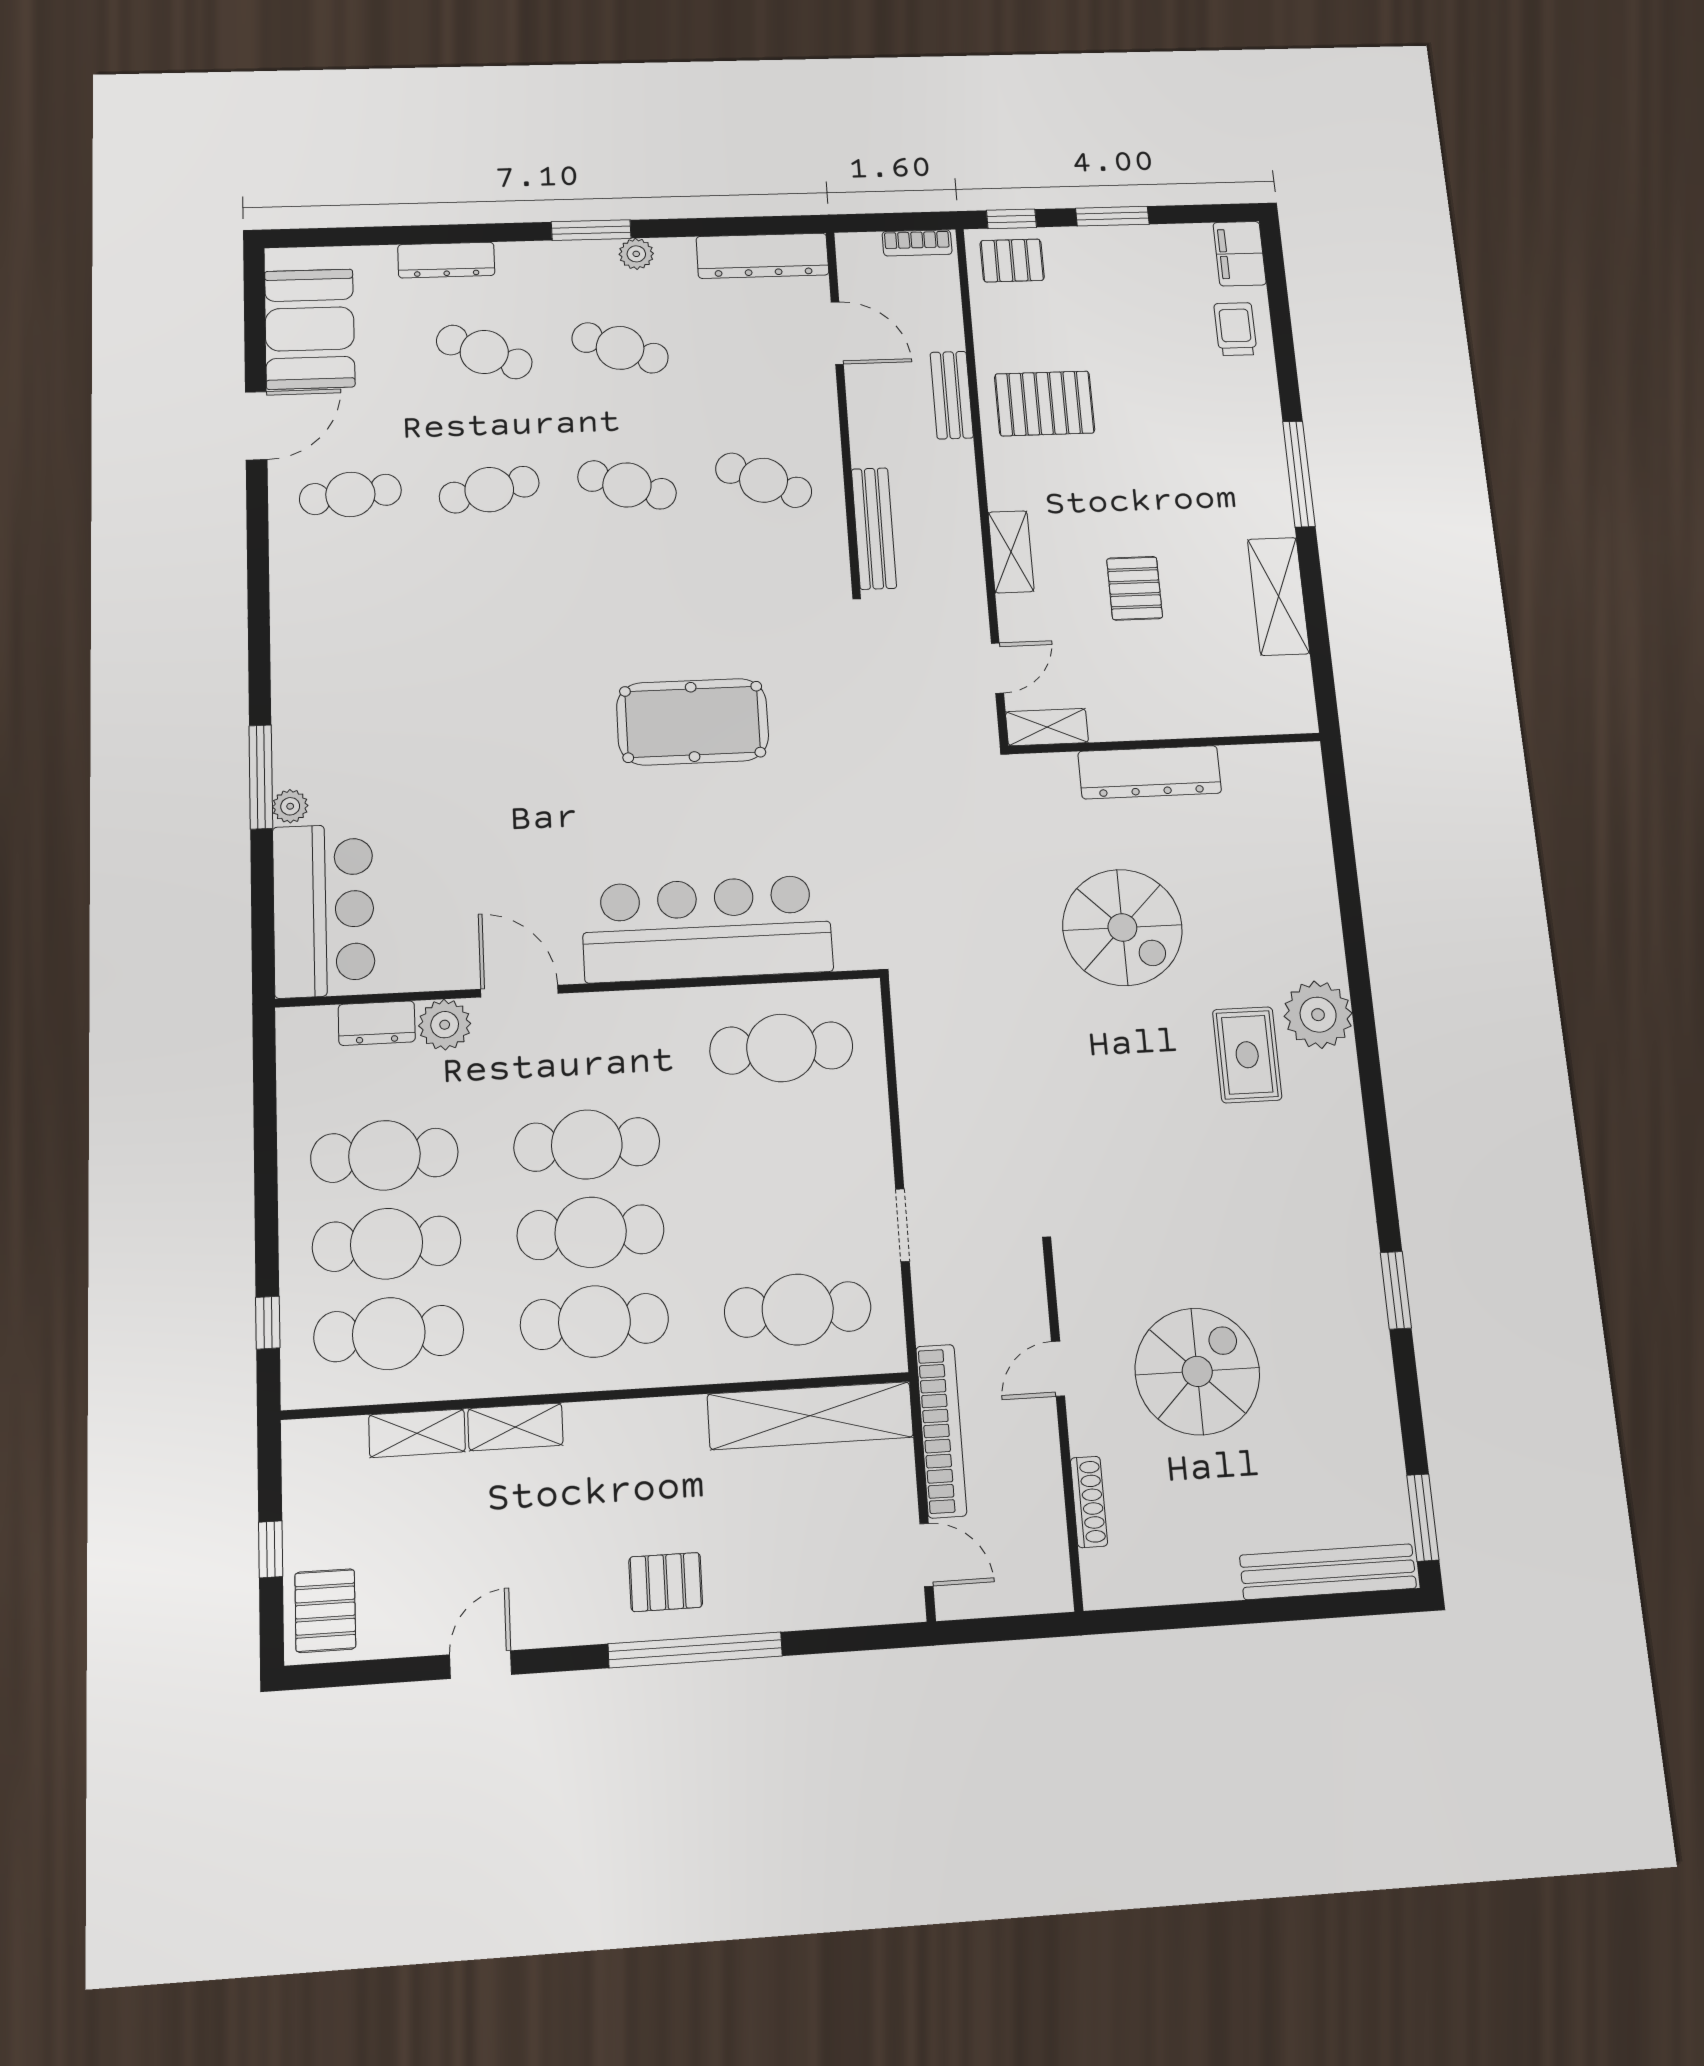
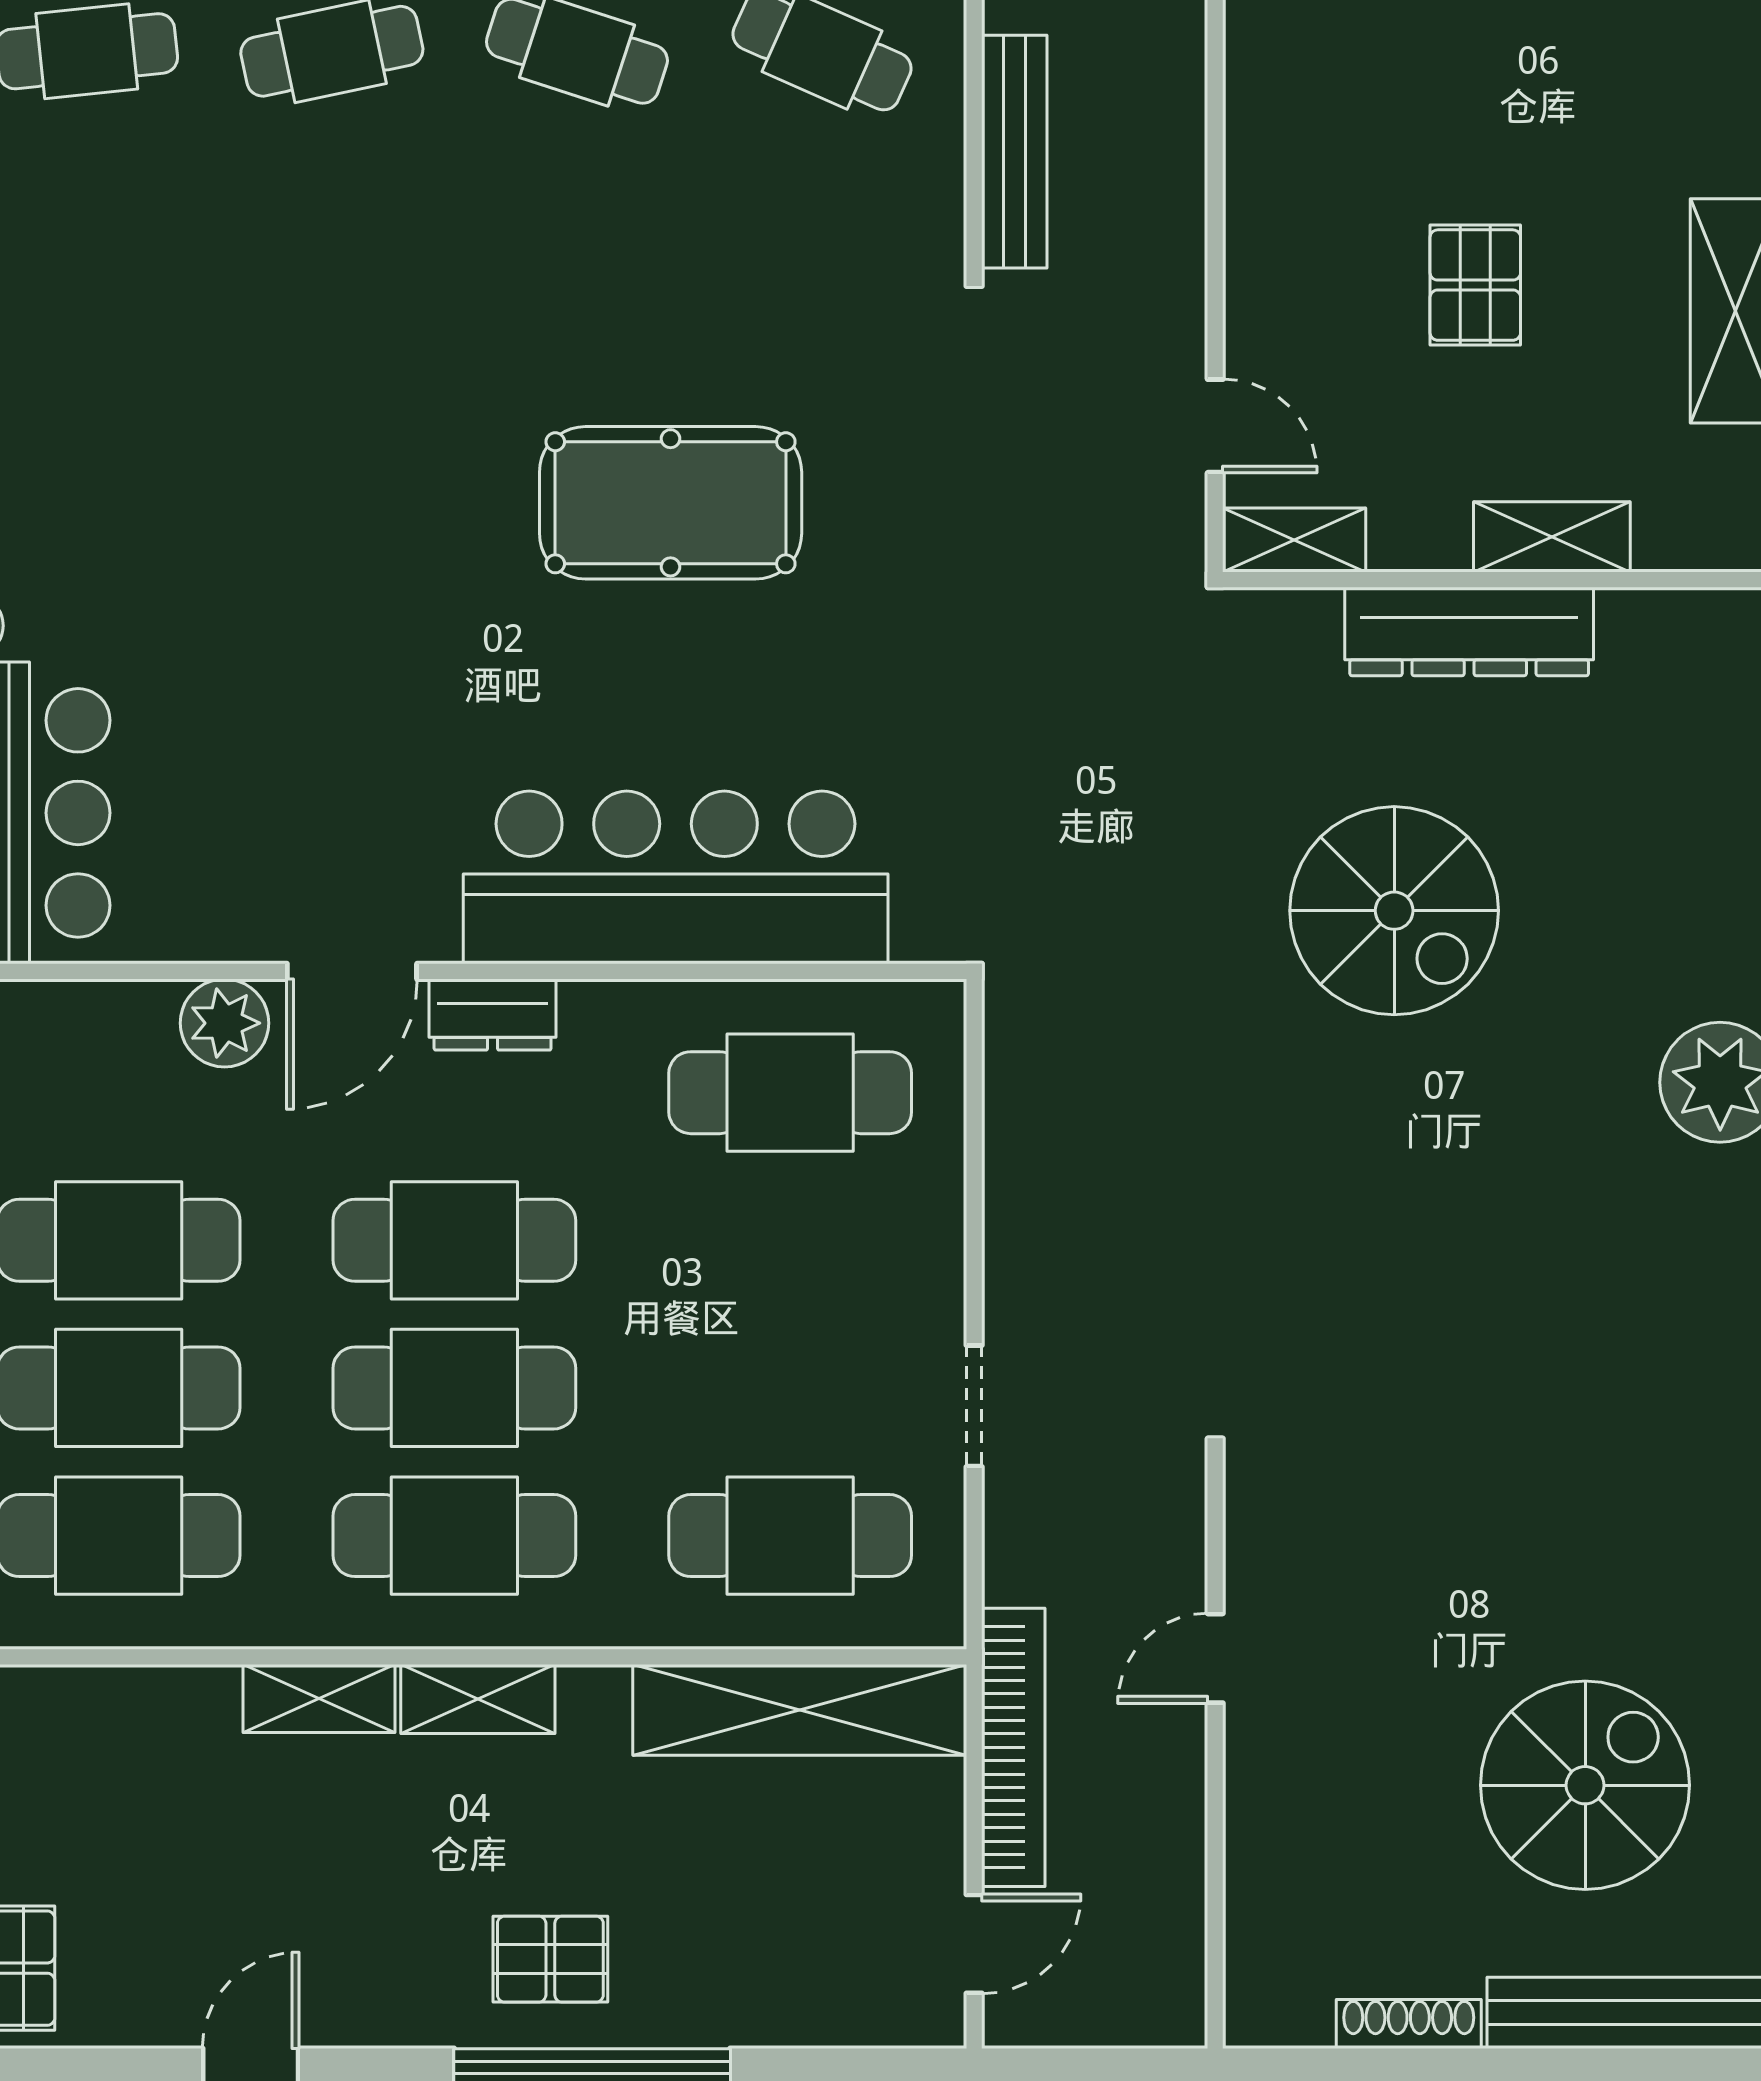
shelving: (1011, 552) -> (1552, 537), moved, turned 90
door: (997, 668) -> (1215, 426), hinge flipped
door: (519, 991) -> (352, 971), swing flipped
dresser: (377, 1023) -> (493, 1015), moved
rug: (1247, 1055) -> (1589, 1146), removed
spiral stairs: (1197, 1371) -> (1585, 1785), moved
shelving: (417, 1433) -> (478, 1699), moved
shoe rack: (1089, 1502) -> (1409, 2024), moved, turned -90
door: (926, 1555) -> (974, 1944), hinge flipped

